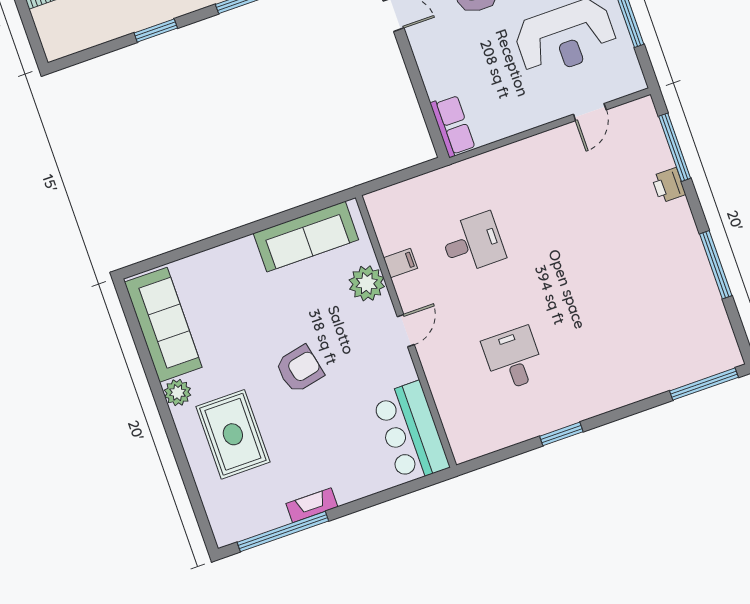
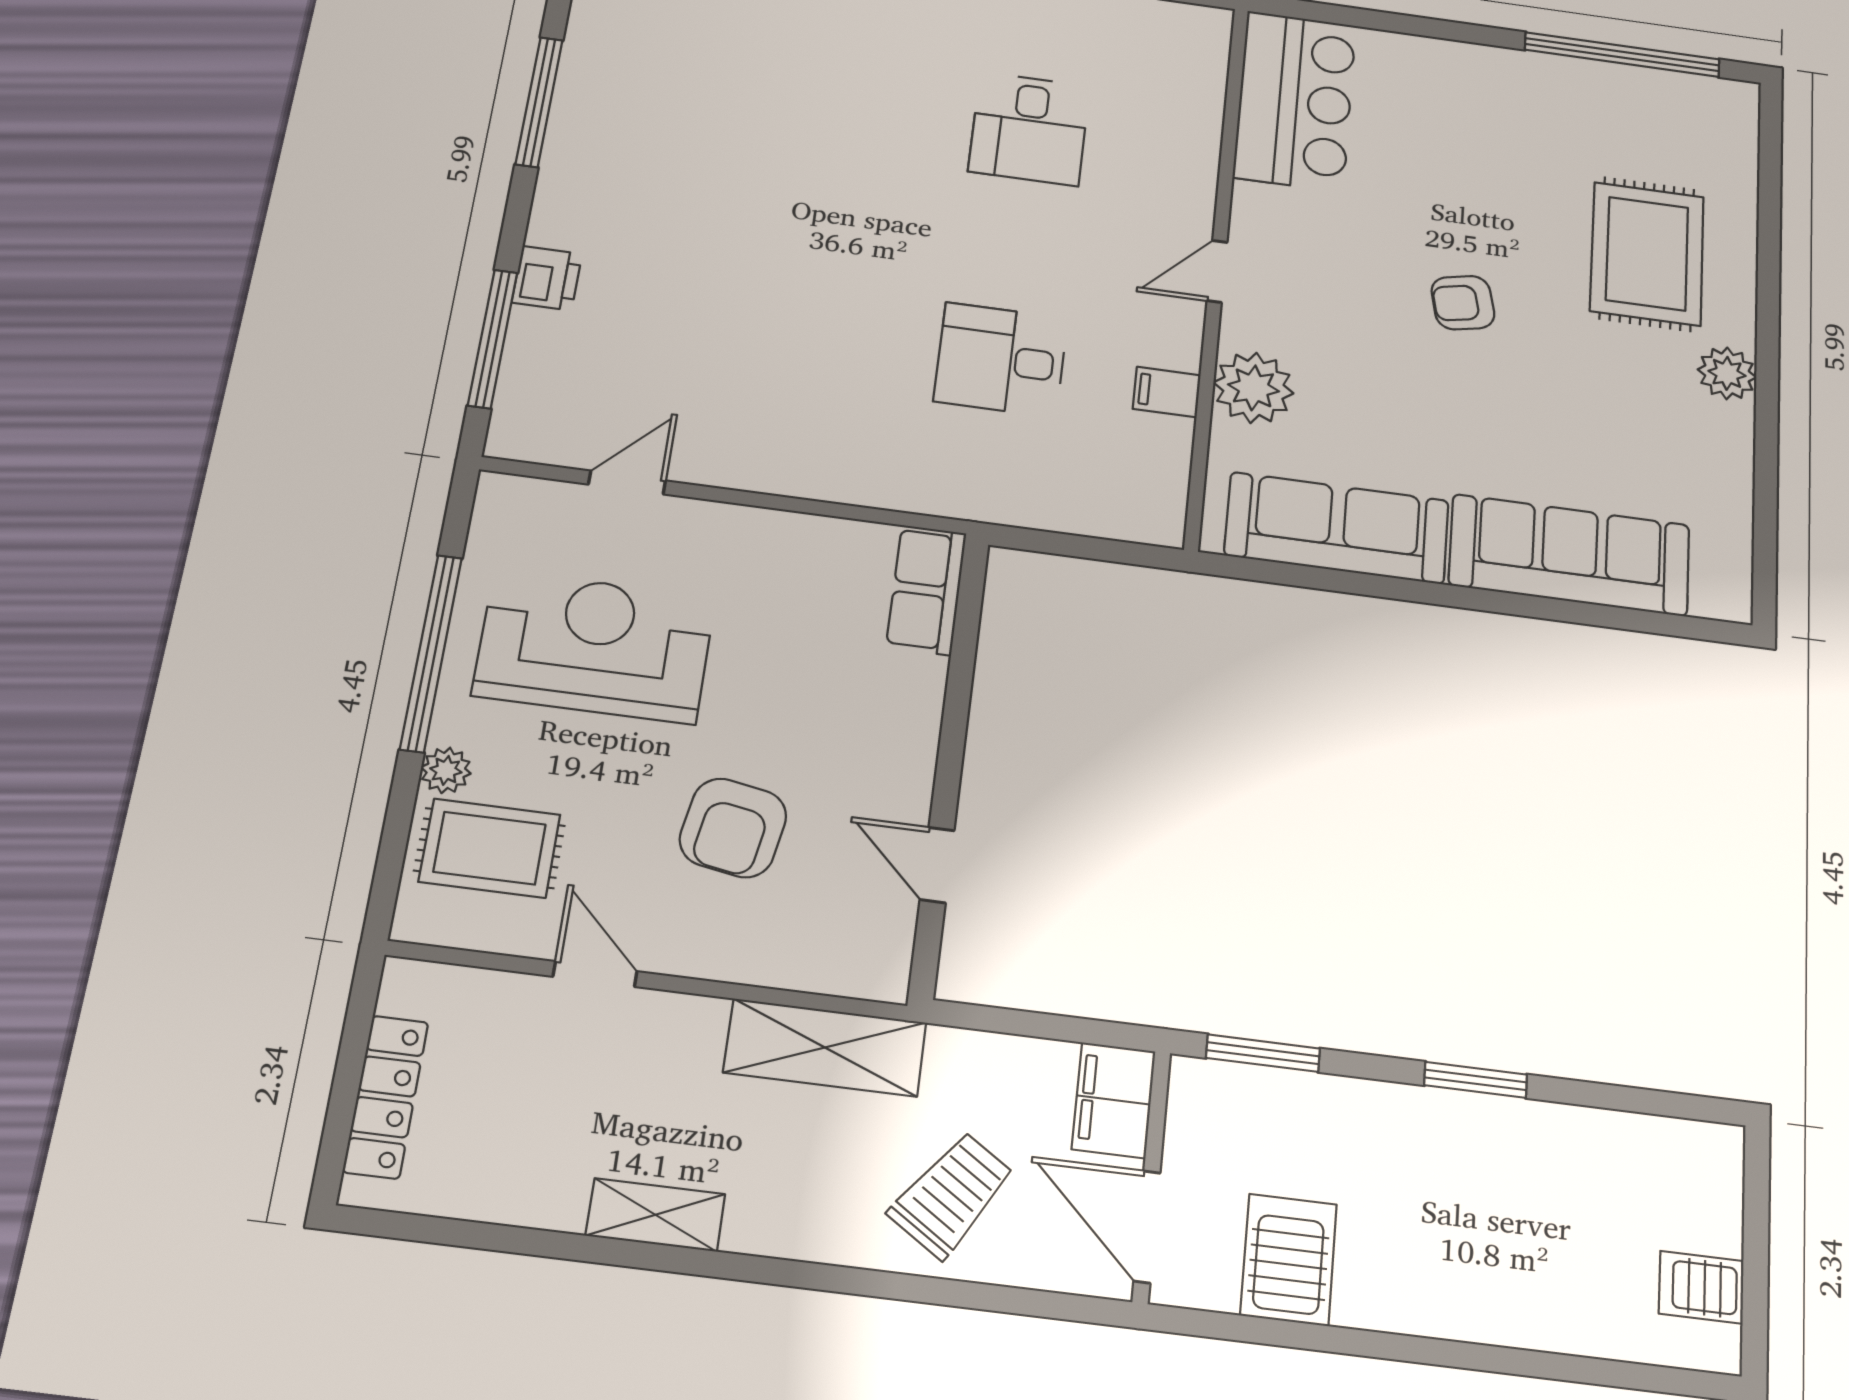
sofa: (163, 325) -> (1570, 555), moved, turned 90
armchair: (299, 369) -> (1463, 303), width x0.72, depth x0.72
fireplace: (312, 505) -> (1546, 71), removed

